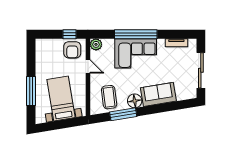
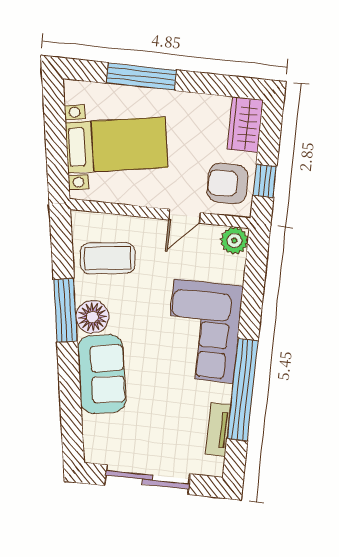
window: (136, 34) -> (243, 390), moved
wardrobe: (47, 45) -> (245, 125), added
window: (123, 114) -> (65, 310), moved

